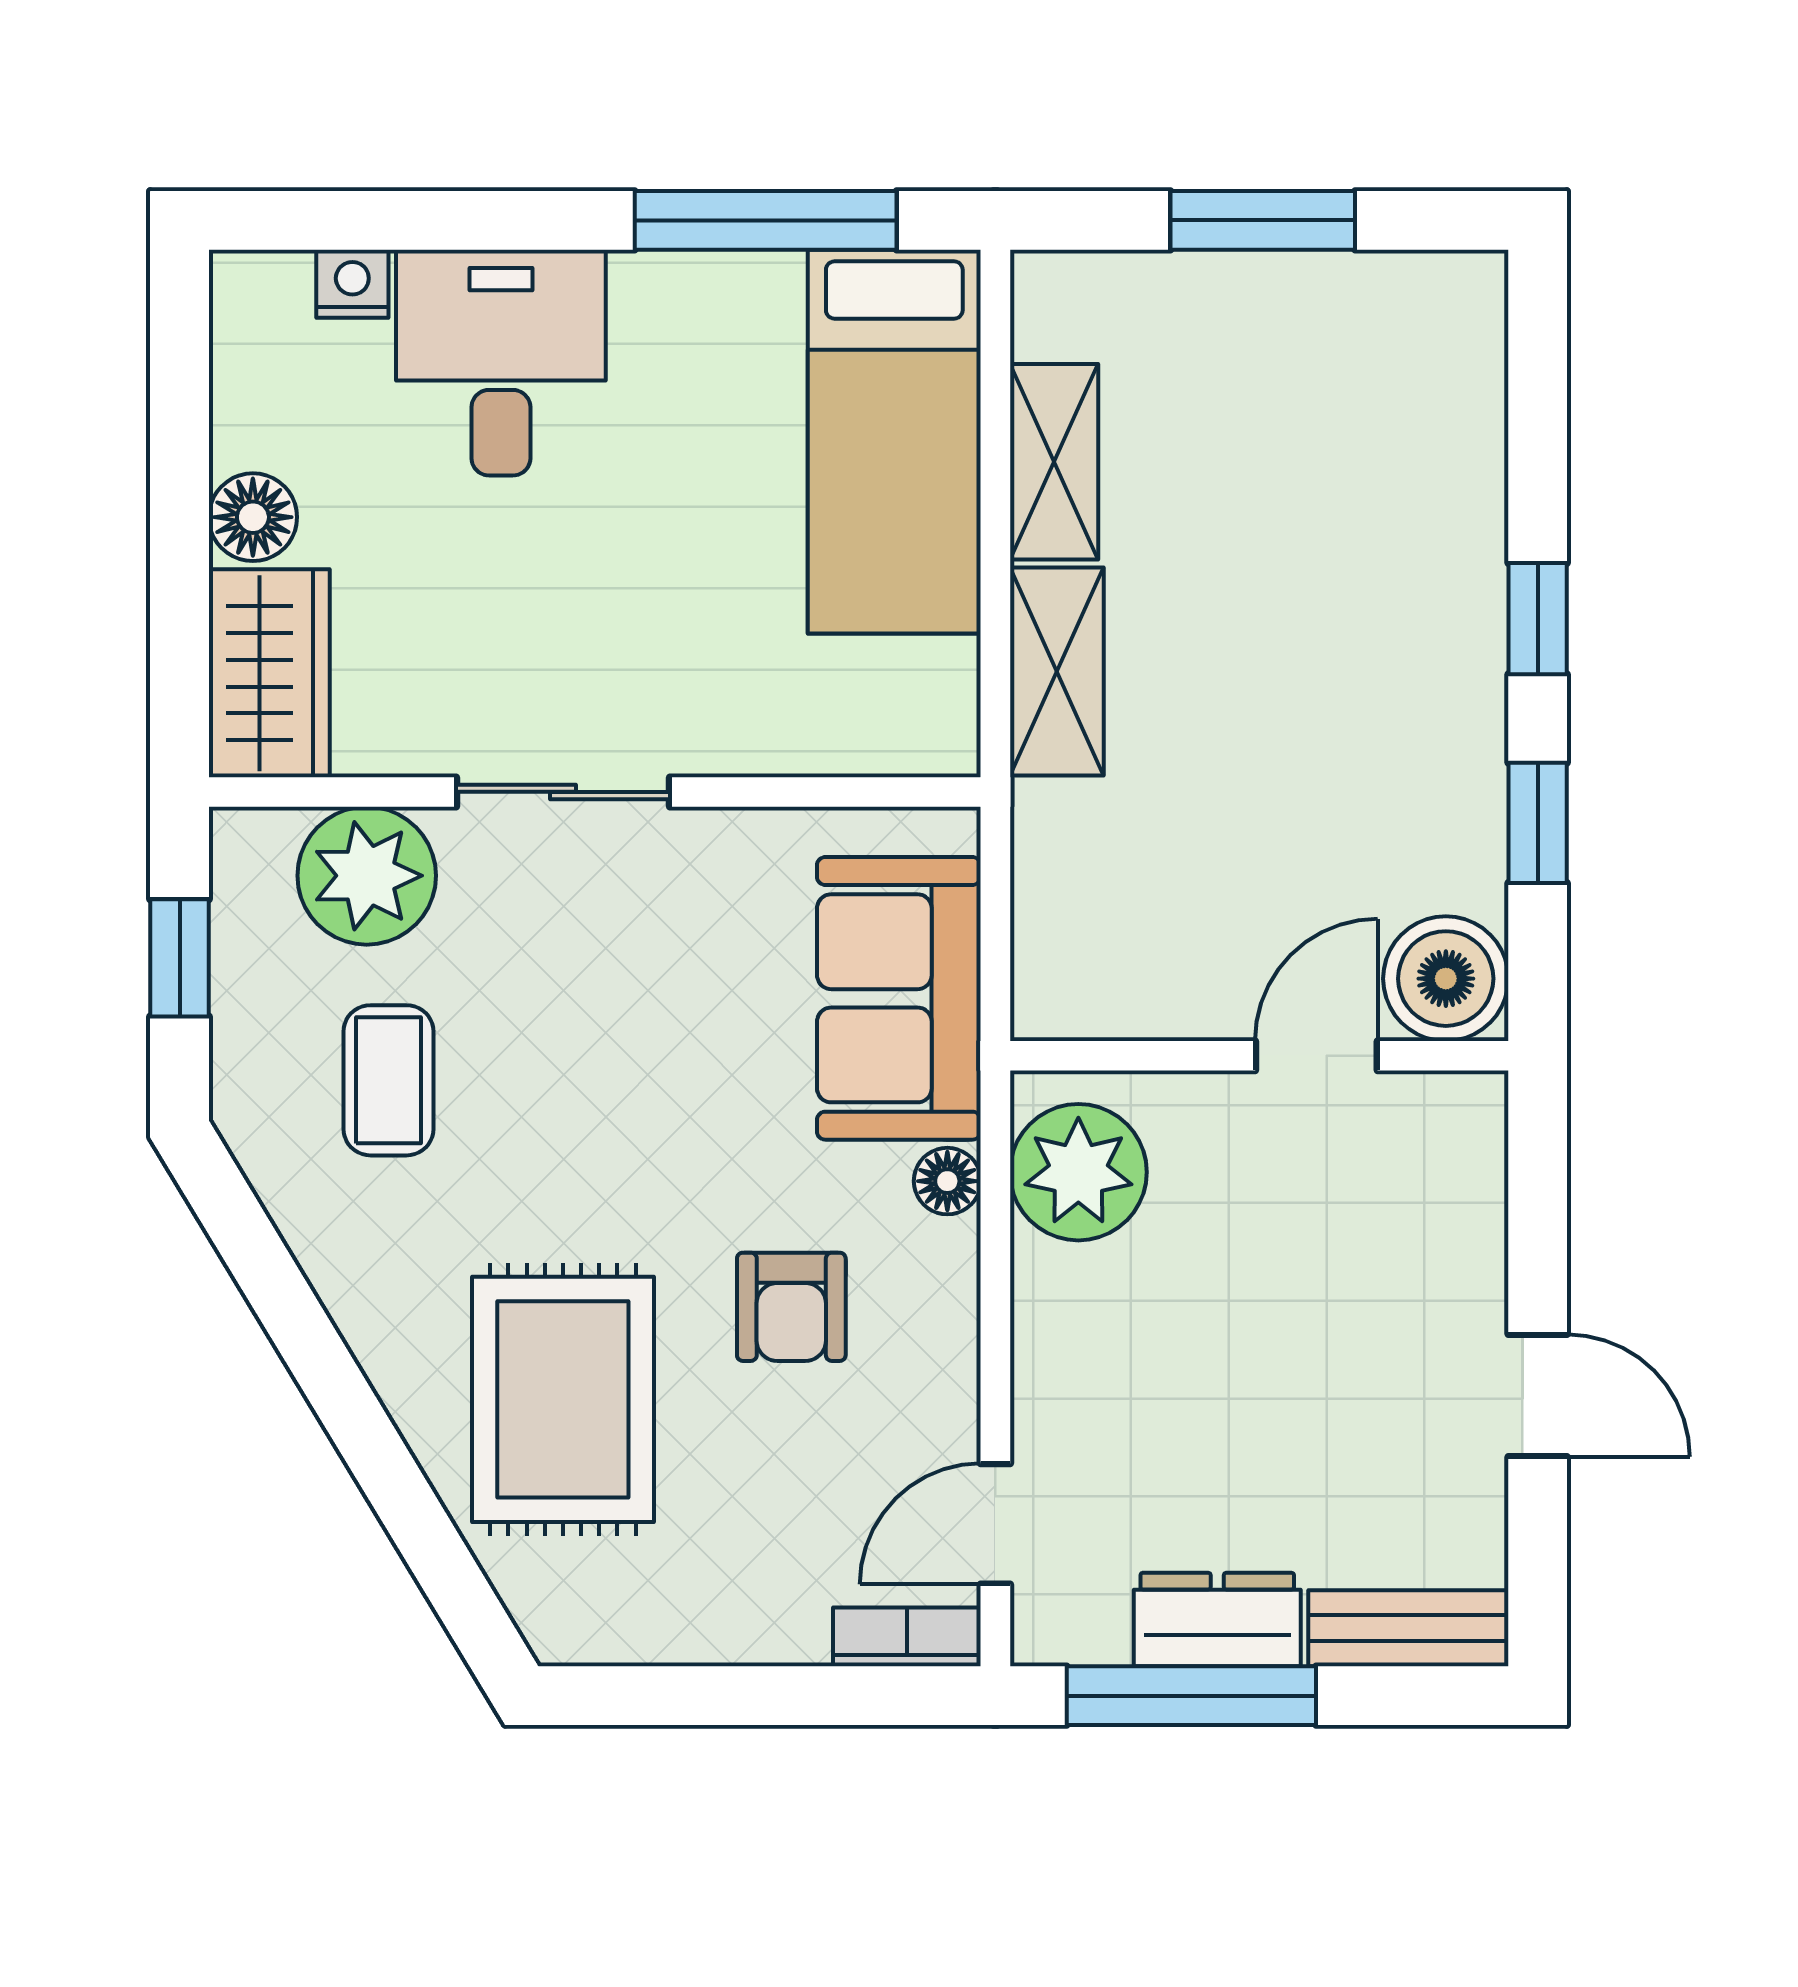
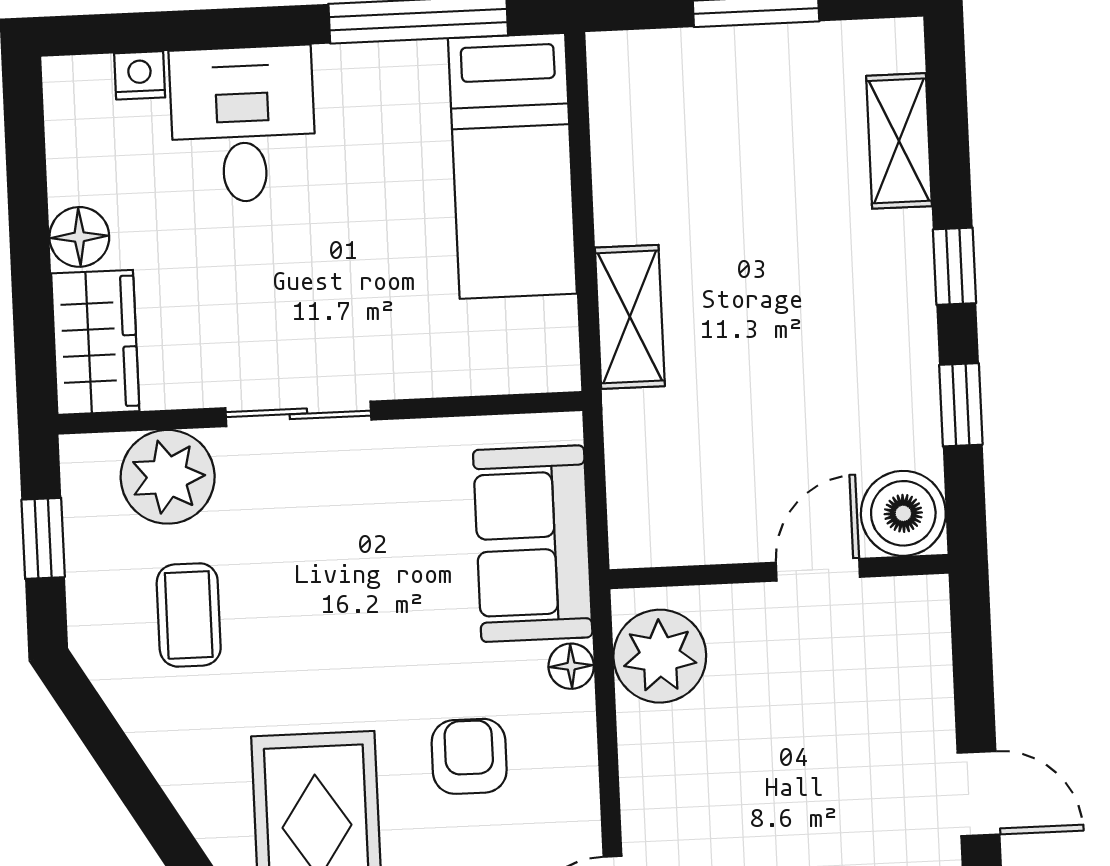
shelving: (1054, 462) -> (899, 141), moved
armchair: (791, 1307) -> (469, 756), turned 180

